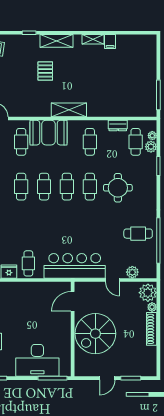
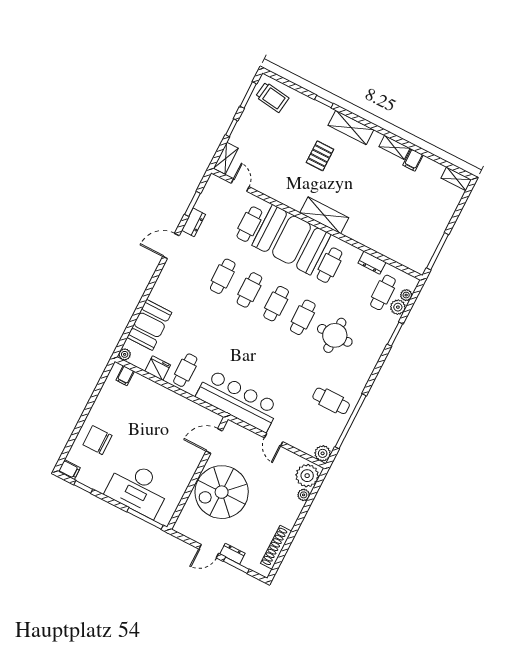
shelving: (146, 39) -> (456, 179), added
booth: (49, 133) -> (292, 240), width x1.36, depth x1.42
plant: (132, 272) -> (323, 453), moved
shoe rack: (152, 329) -> (276, 547), moved
dresser: (124, 372) -> (232, 554), added

